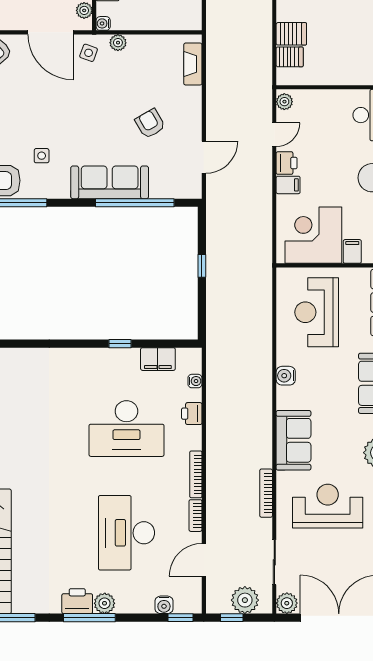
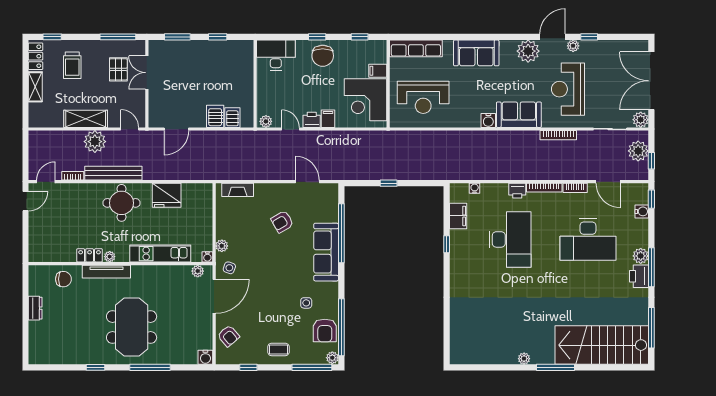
water cooler: (286, 376) -> (488, 121), moved
printer: (192, 414) -> (517, 191), moved

